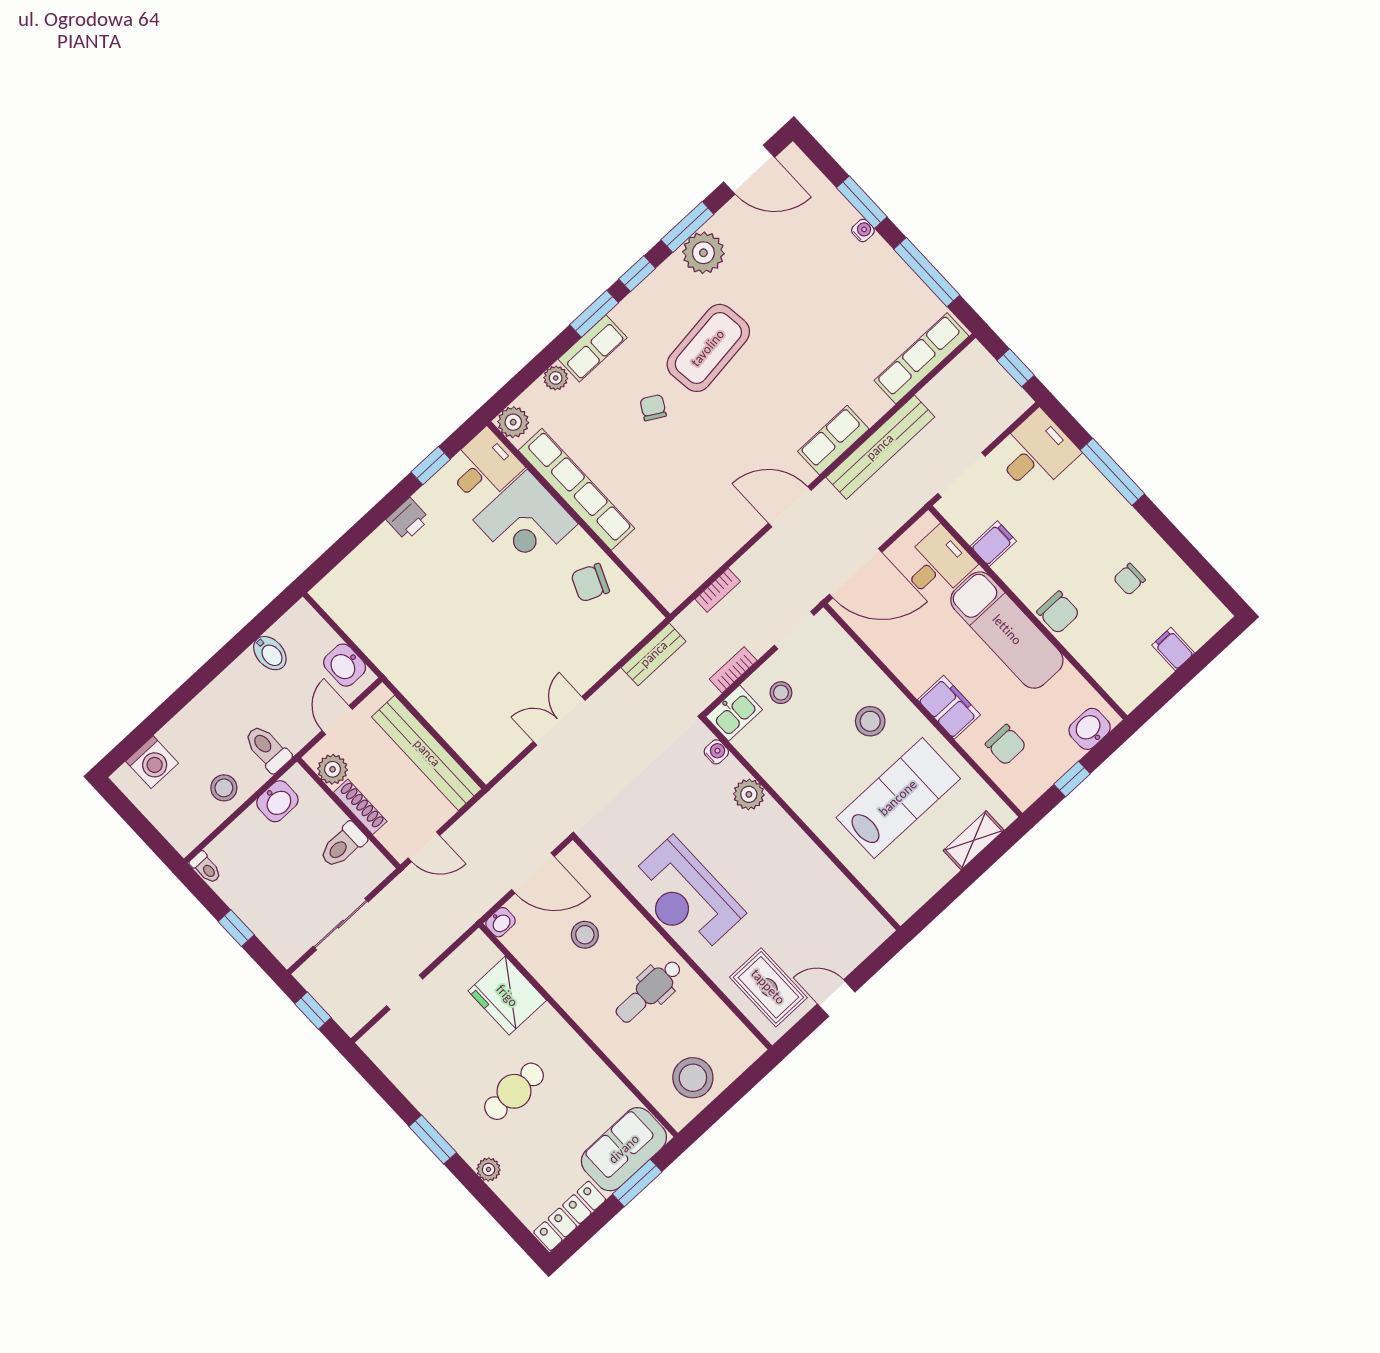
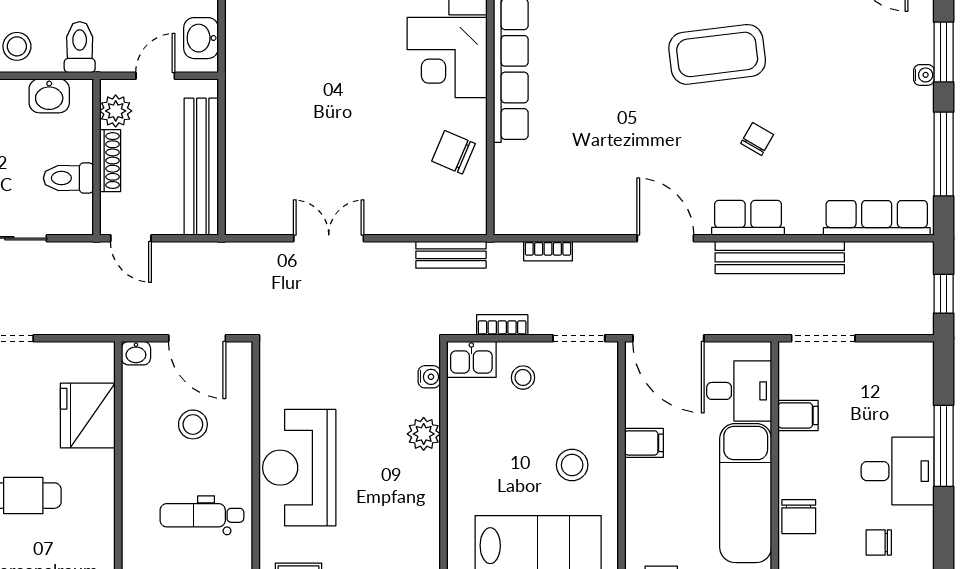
chair: (653, 408) -> (757, 139), moved
desk: (1036, 453) -> (898, 471), moved
filing cabinet: (949, 707) -> (644, 443), moved, width x0.50

